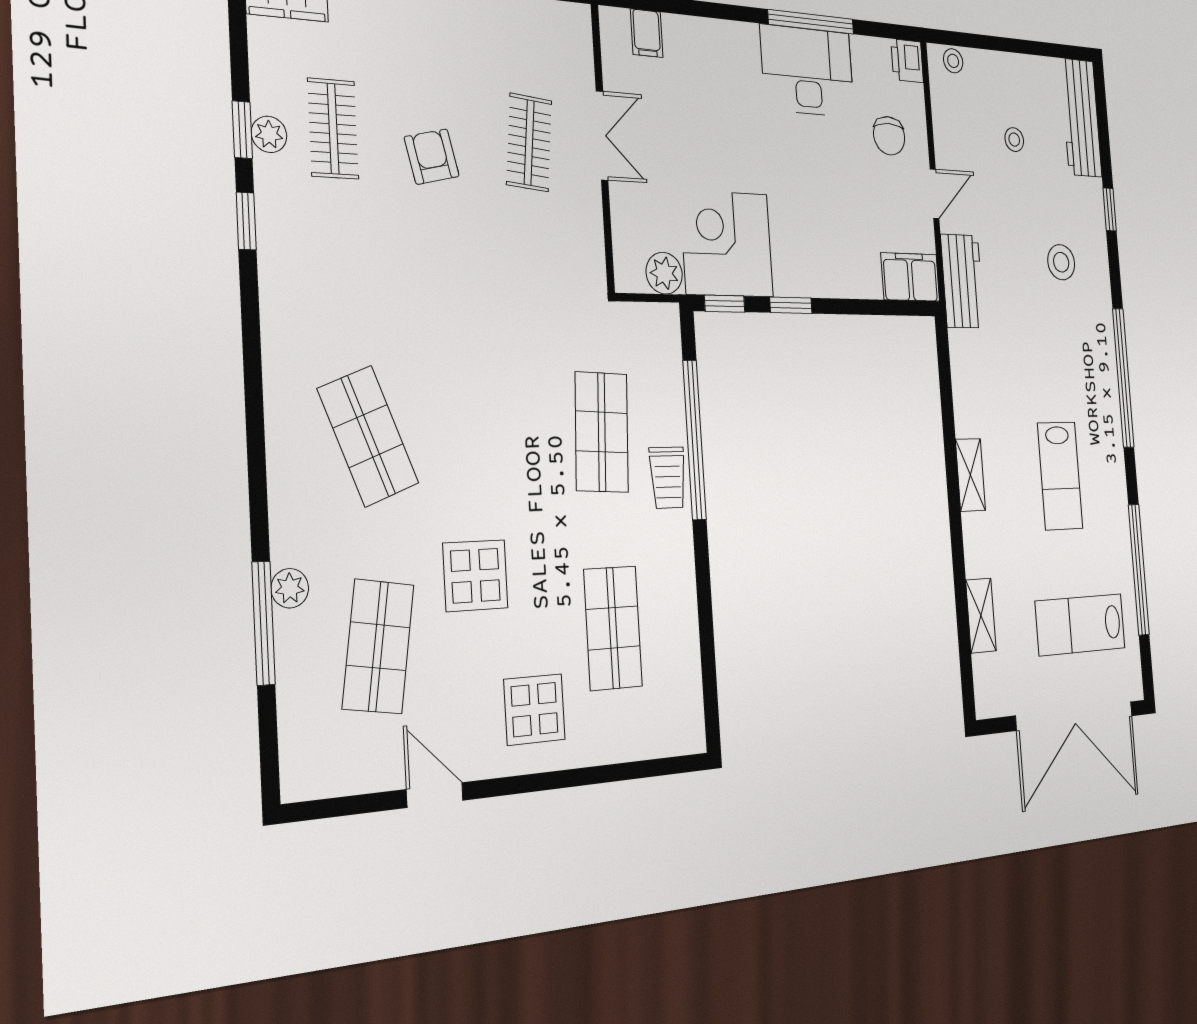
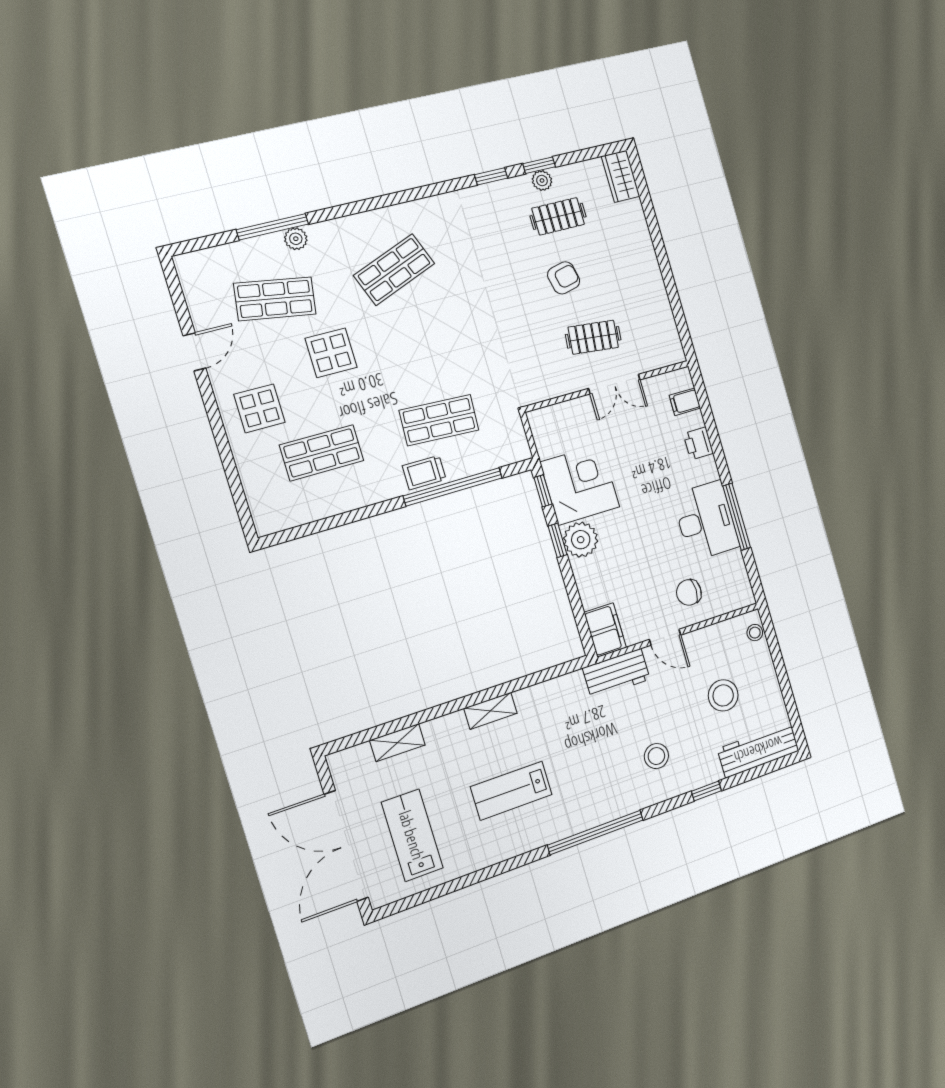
printer: (907, 61) -> (698, 443), moved, turned -90
stool: (1014, 140) -> (723, 695), width x1.89, depth x1.89
plant: (664, 273) -> (581, 540), moved, width x1.36, depth x1.36
window: (1139, 569) -> (465, 881), removed

